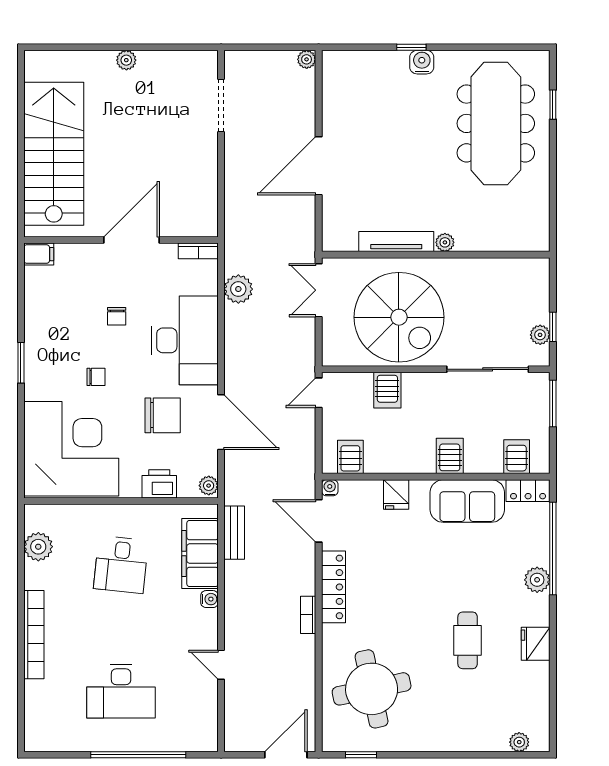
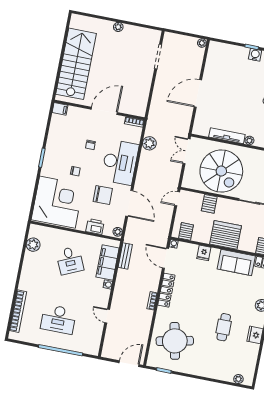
server rack: (450, 456) -> (226, 235), width x2.18, depth x1.44
desk: (121, 565) -> (70, 260), turned -30
bookcase: (34, 635) -> (18, 311), moved

